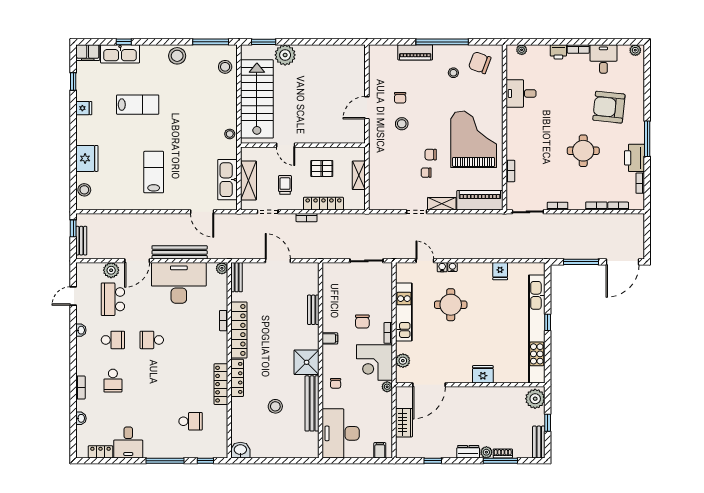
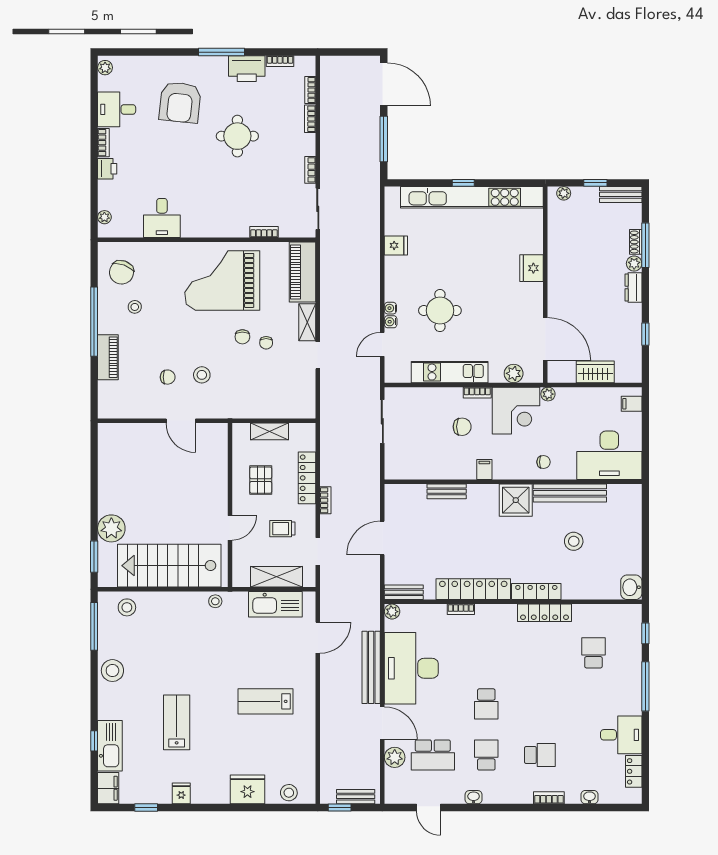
plant: (535, 399) -> (564, 193), width x0.53, depth x0.53

